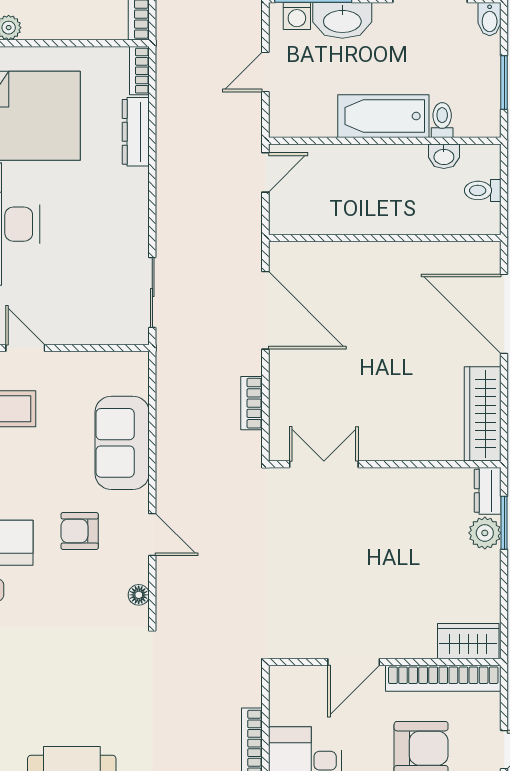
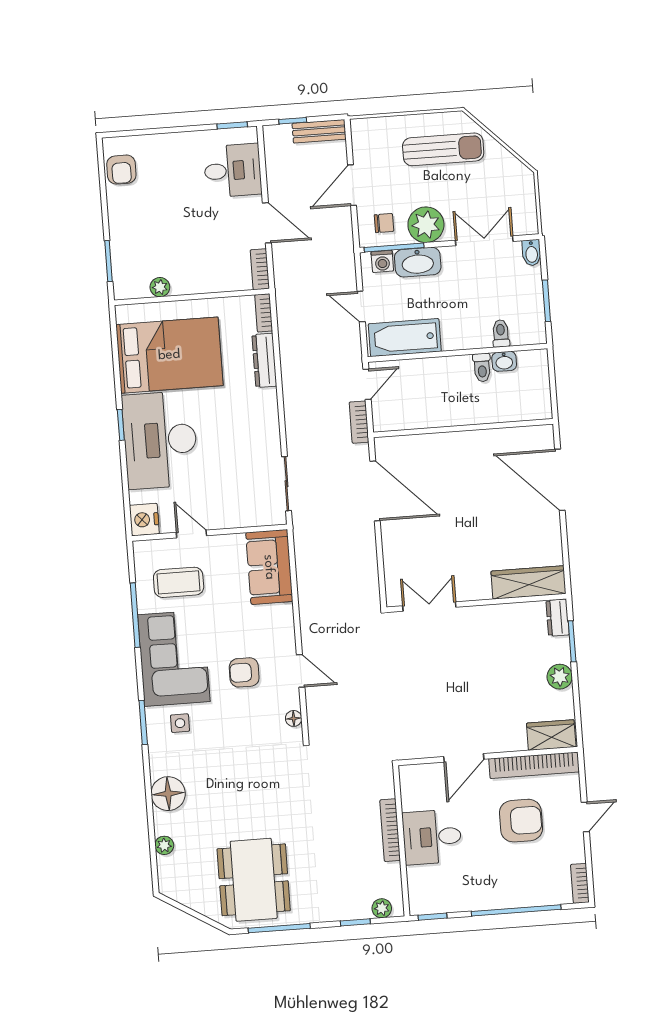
door: (265, 72) -> (361, 307), hinge flipped
bathtub: (383, 116) -> (405, 338), moved
toilet: (483, 190) -> (482, 367), moved, turned -90
bookcase: (252, 403) -> (359, 422), moved
wardrobe: (483, 414) -> (528, 582), moved, turned 90
sofa: (122, 443) -> (269, 567), moved
plant: (485, 533) -> (560, 677), moved

